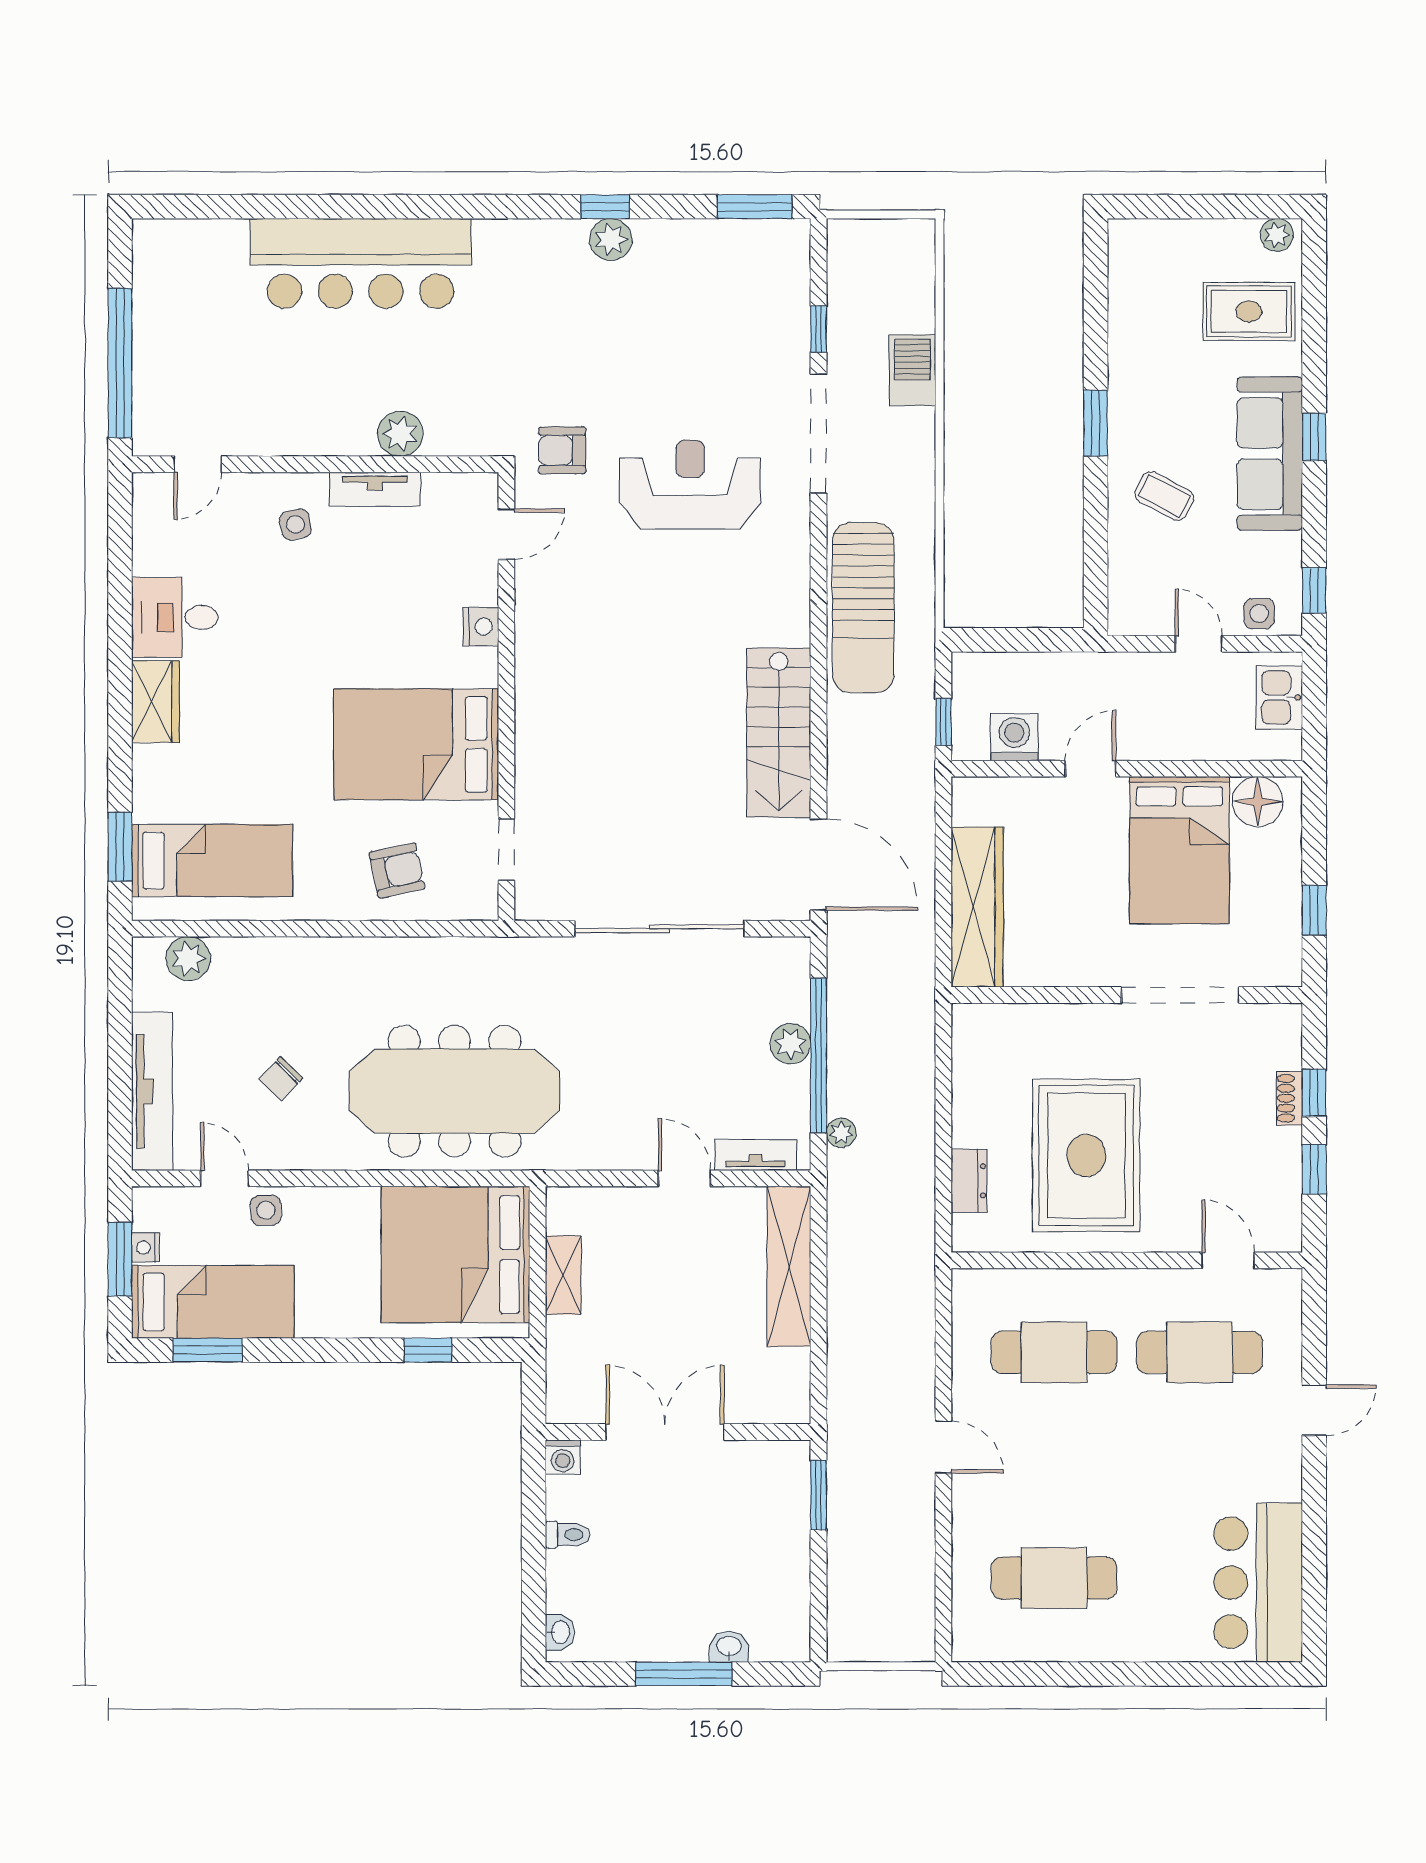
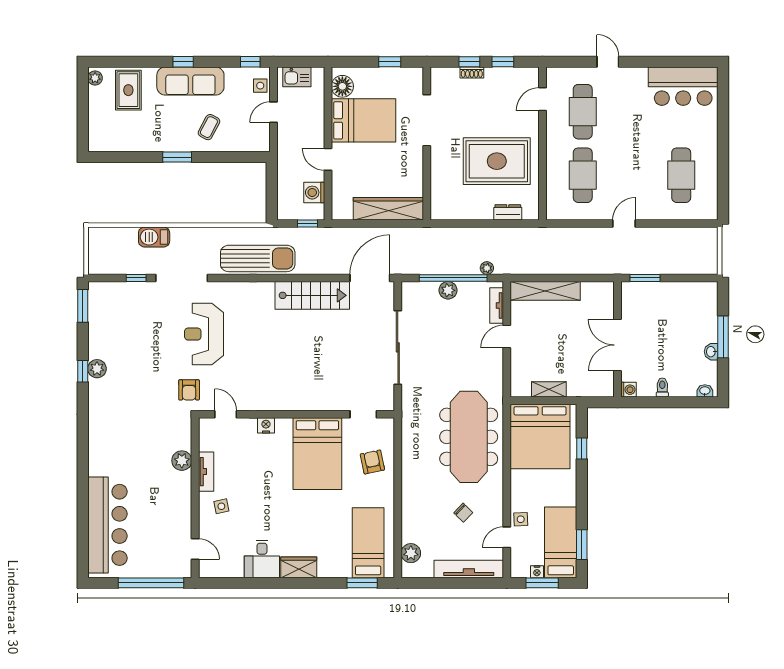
bar counter: (361, 263) -> (107, 525), moved
washbasin: (729, 1647) -> (711, 352), moved

